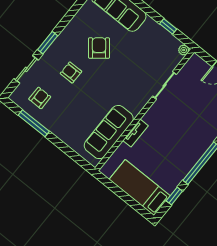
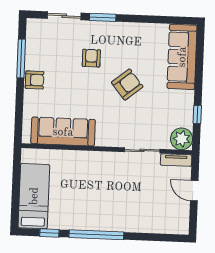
armchair: (99, 48) -> (127, 85), moved
plant: (184, 50) -> (182, 139), width x1.87, depth x1.87
armchair: (40, 98) -> (35, 80), moved
tv unit: (135, 133) -> (176, 160), moved

